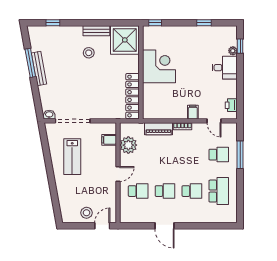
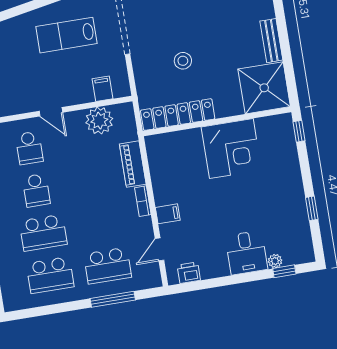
stool: (89, 53) -> (183, 61), moved
school desk: (219, 155) -> (108, 266), width x1.85
school desk: (192, 191) -> (43, 233), width x1.85

